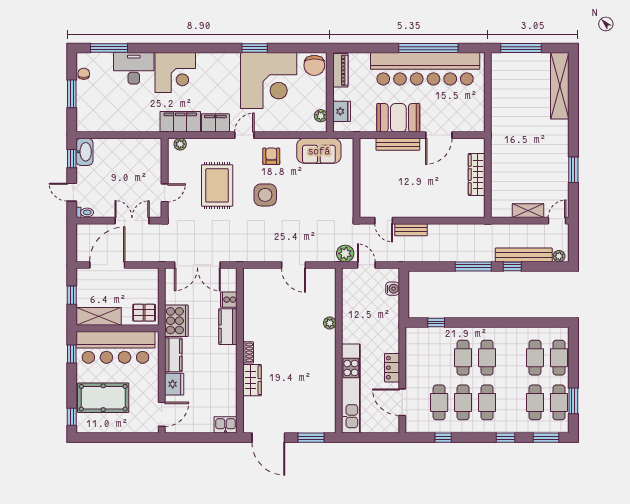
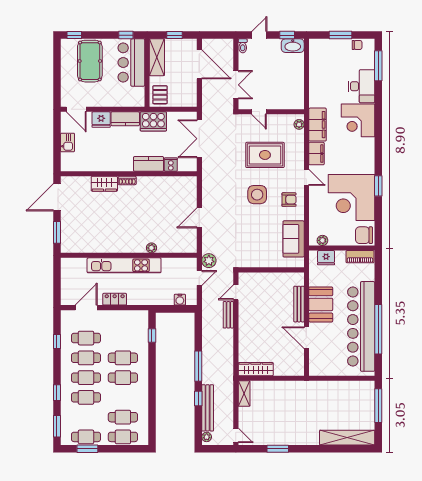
wardrobe: (477, 174) -> (256, 369), moved
shelving: (528, 211) -> (244, 394), moved
bar counter: (115, 347) -> (131, 62), width x0.73
kitchen unit: (351, 389) -> (124, 265), moved
cafe table: (535, 402) -> (86, 397), moved
kitchen sink: (225, 425) -> (68, 142), moved

